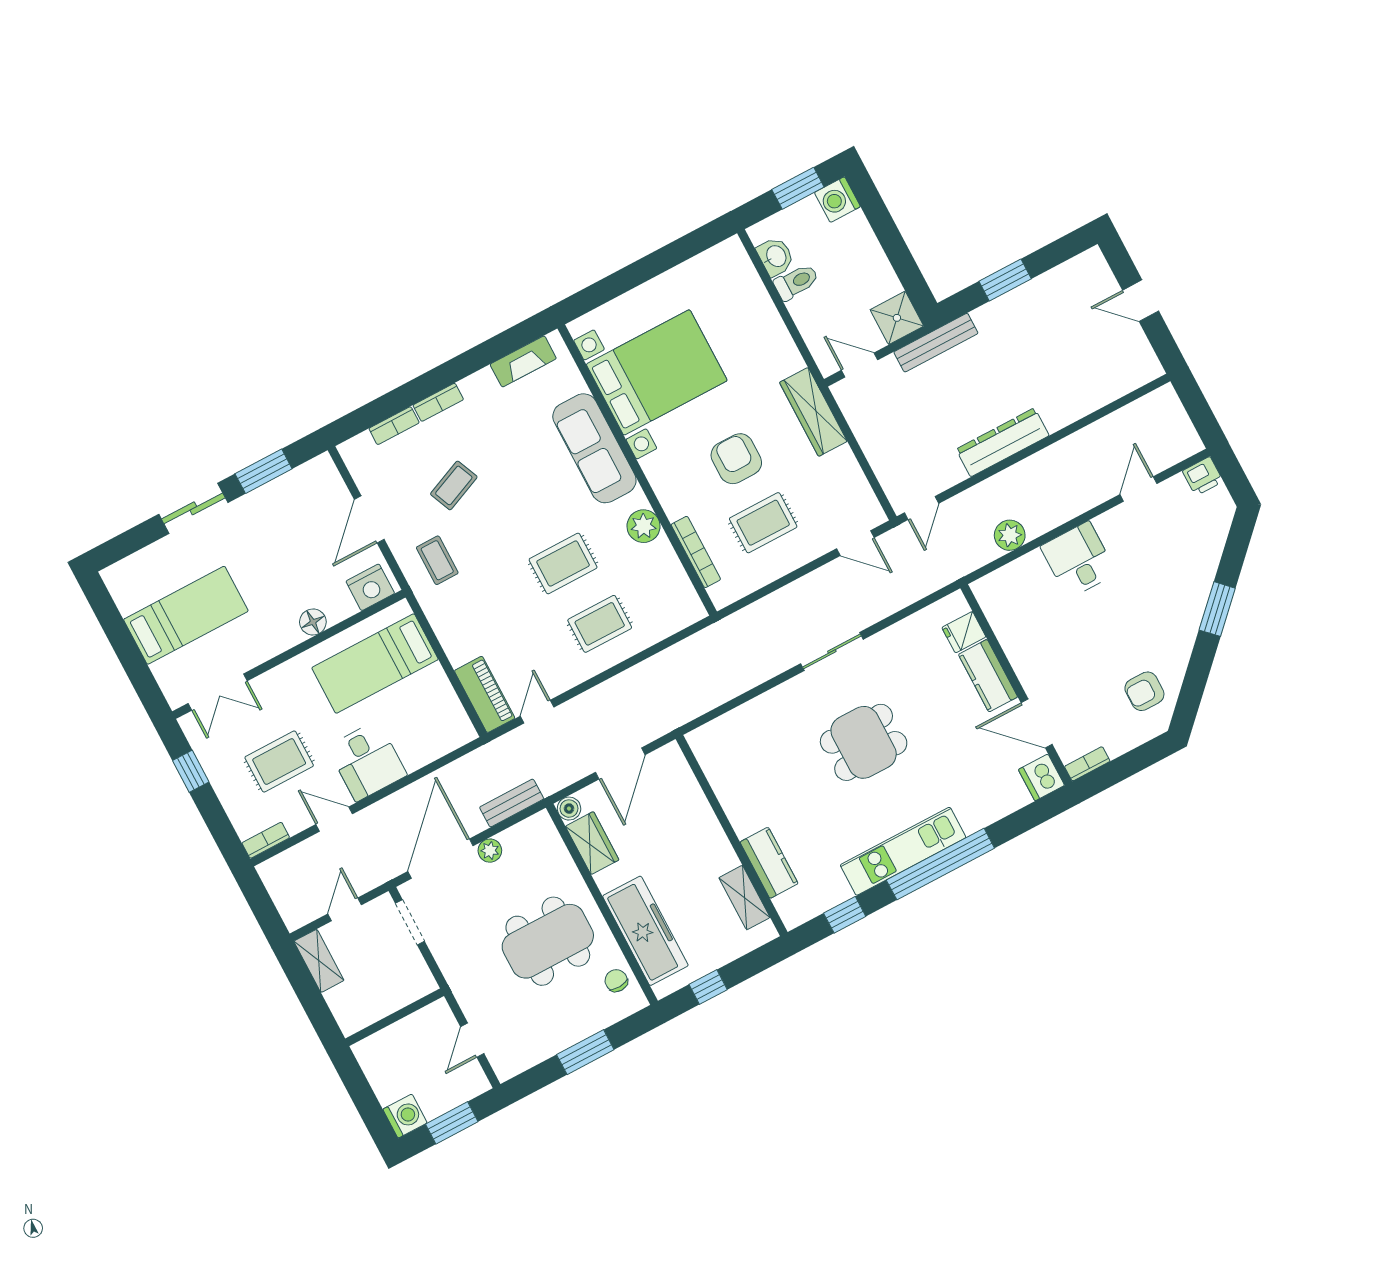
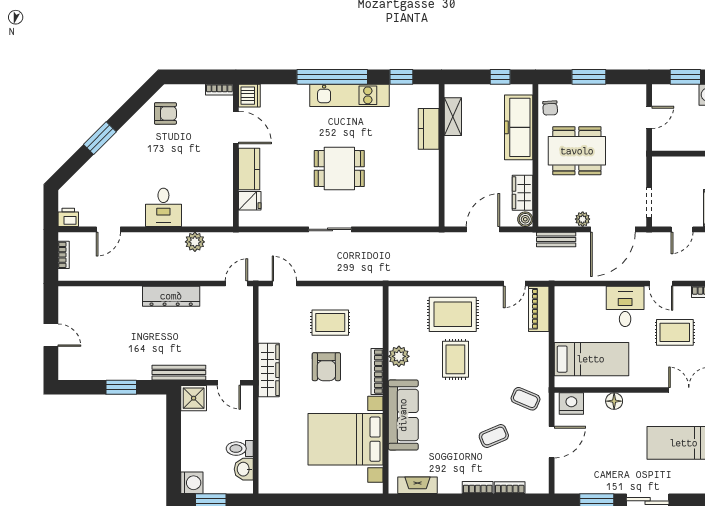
bookcase: (1182, 421) -> (64, 255), added
bookcase: (696, 552) -> (377, 372), moved
coffee table: (437, 560) -> (525, 399), turned -67
rug: (563, 563) -> (455, 359), turned 90
rug: (600, 624) -> (453, 314), width x1.36, depth x1.43

